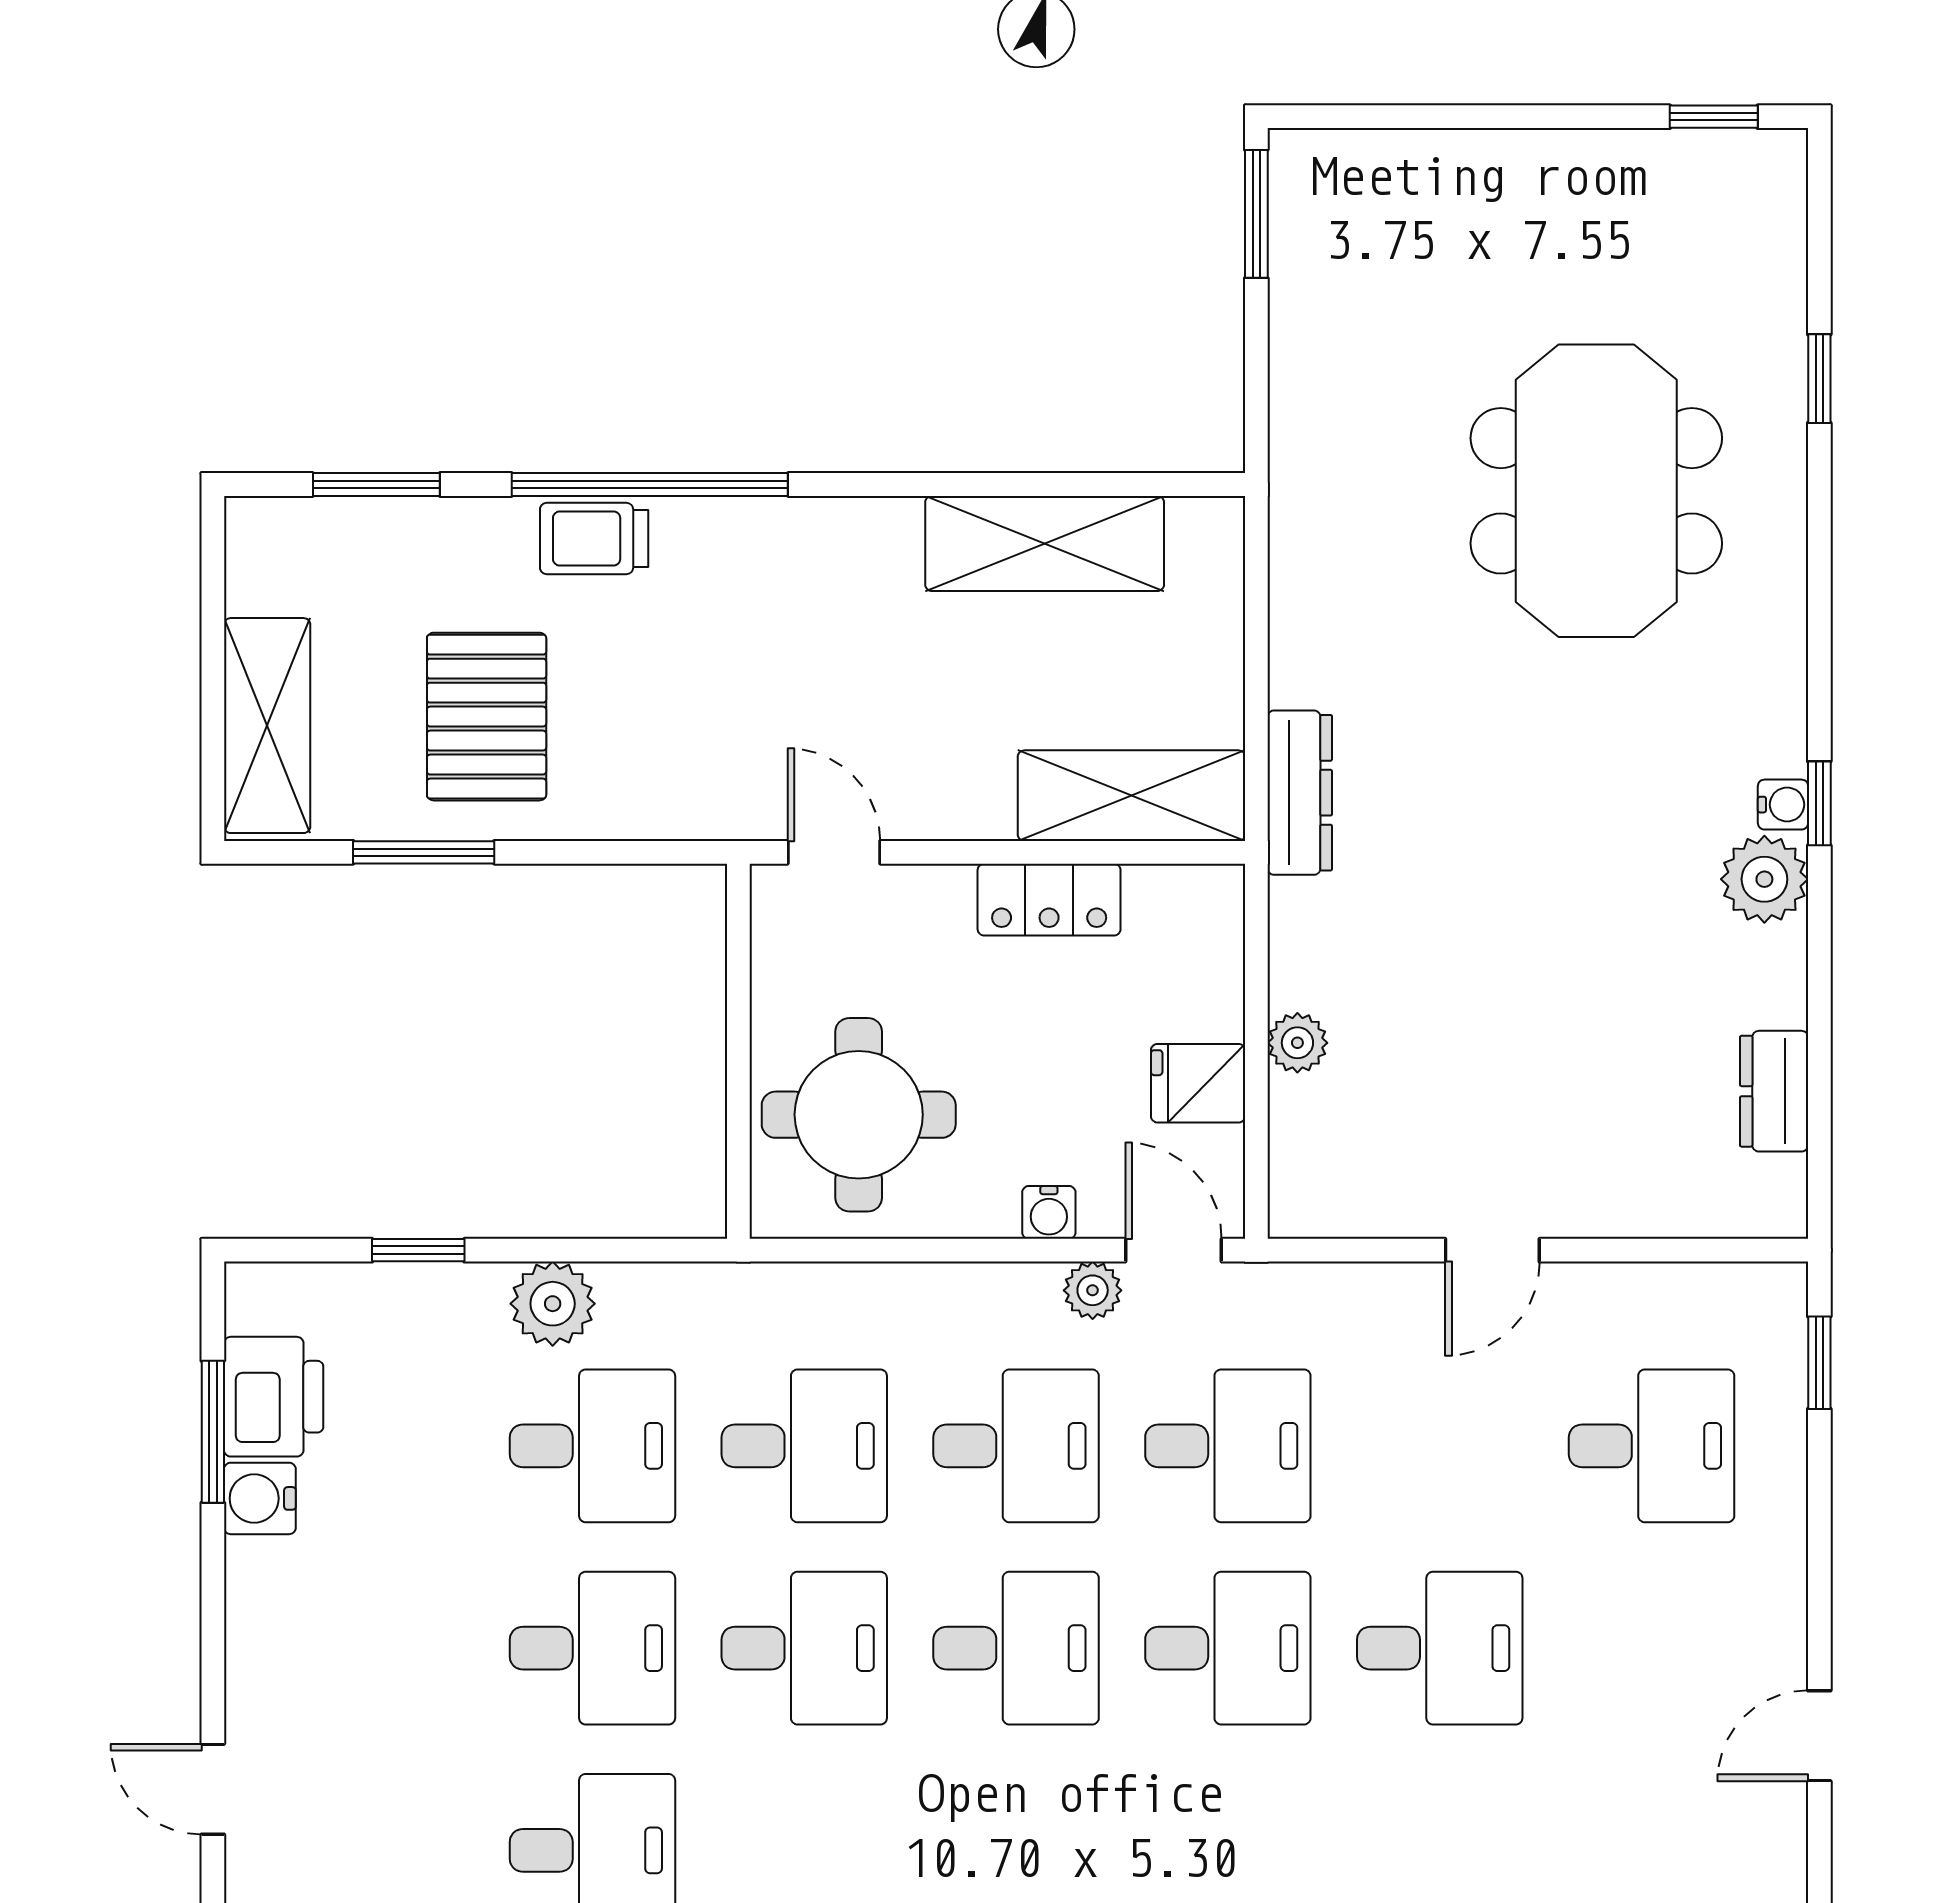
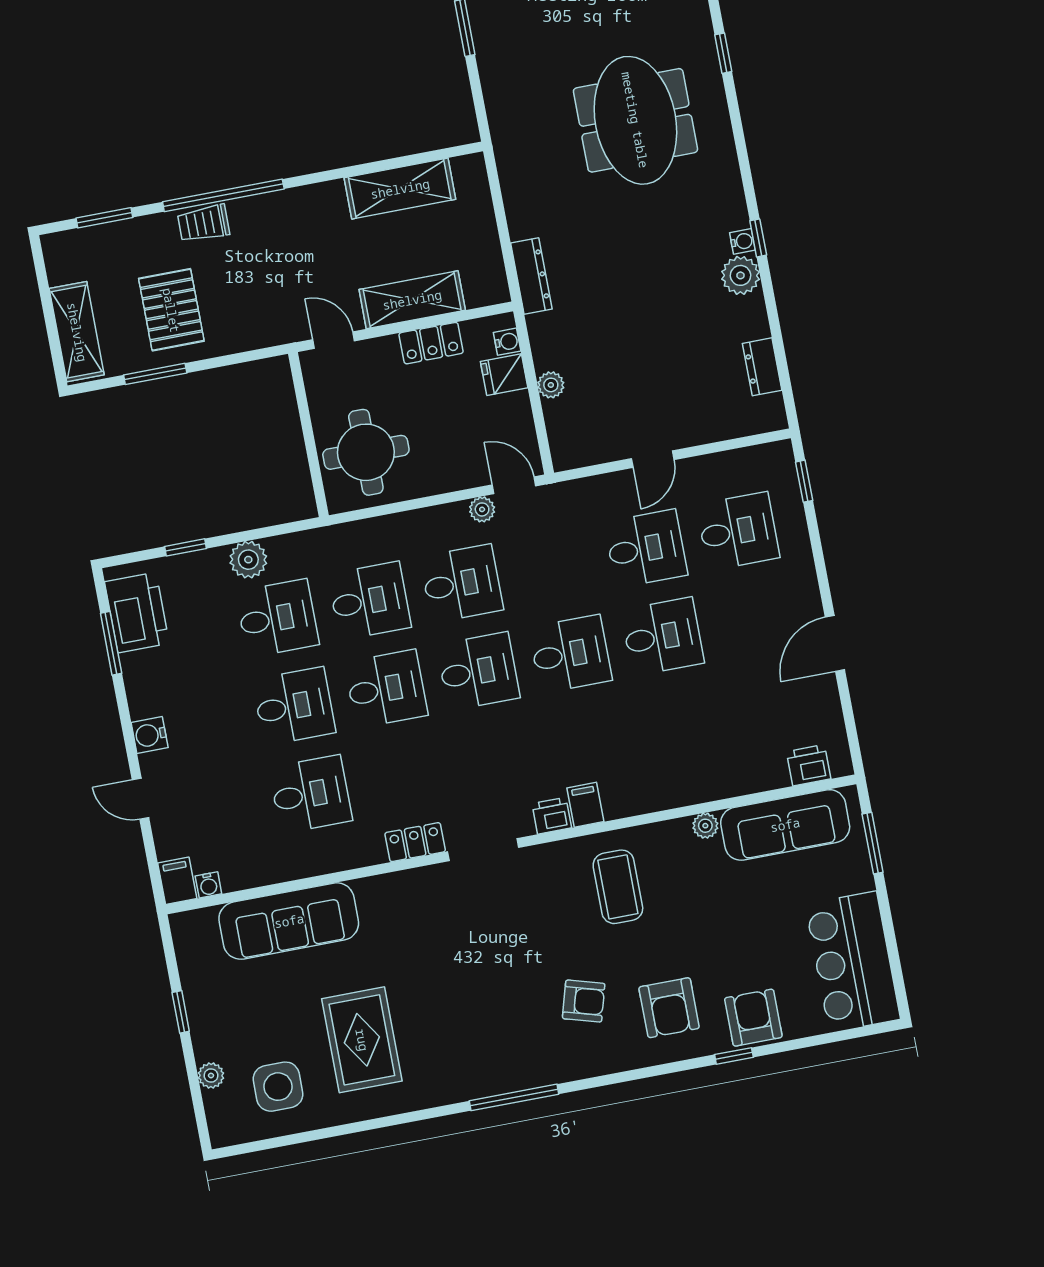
shelving: (1131, 796) -> (412, 300), moved
fridge: (1198, 1083) -> (504, 375), moved
water cooler: (1049, 1212) -> (507, 342), moved, turned -90
printer: (274, 1397) -> (137, 612), width x1.37, depth x1.19
desk: (1228, 1446) -> (646, 549), moved
water cooler: (260, 1498) -> (150, 735), moved
door: (1819, 1736) -> (835, 643), width x1.37

